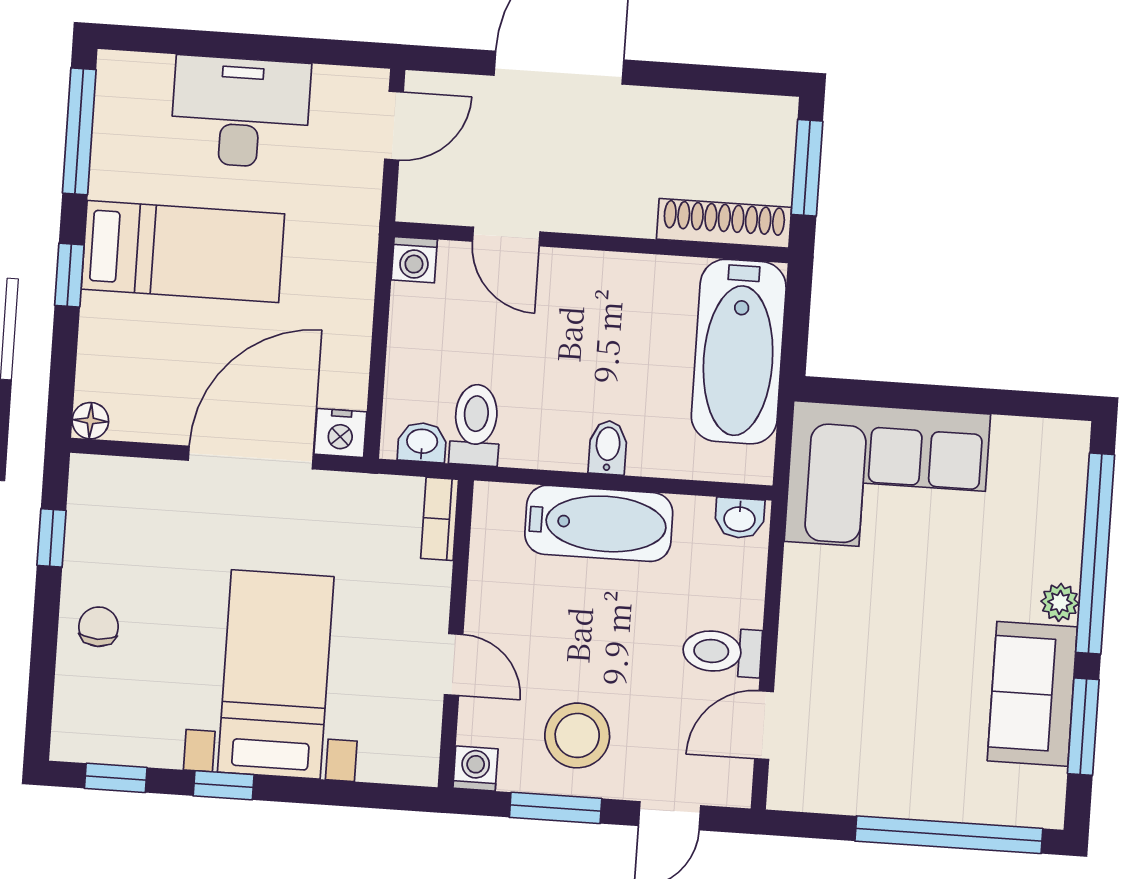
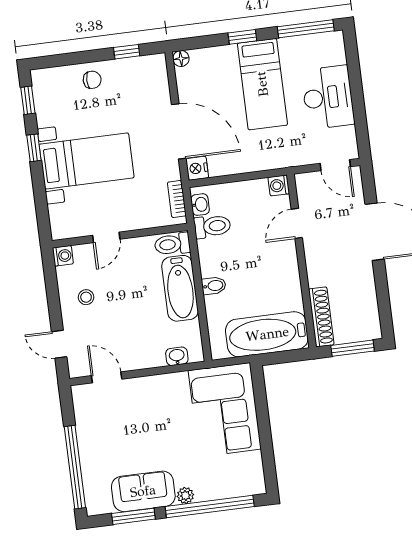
washbasin: (740, 518) -> (177, 356), moved, turned 90
bookcase: (440, 519) -> (177, 199), moved, turned -90
toilet: (722, 652) -> (172, 244), moved, turned -90
stool: (577, 735) -> (86, 297), width x0.53, depth x0.53
window: (556, 808) -> (53, 294), removed

